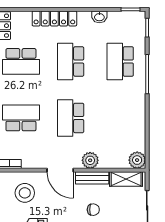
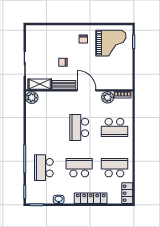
school desk: (71, 61) -> (79, 168), turned -90
school desk: (120, 61) -> (44, 168), turned 180
school desk: (71, 118) -> (79, 127), turned 180
plant: (90, 160) -> (108, 97), moved
stool: (25, 193) -> (112, 74), removed

